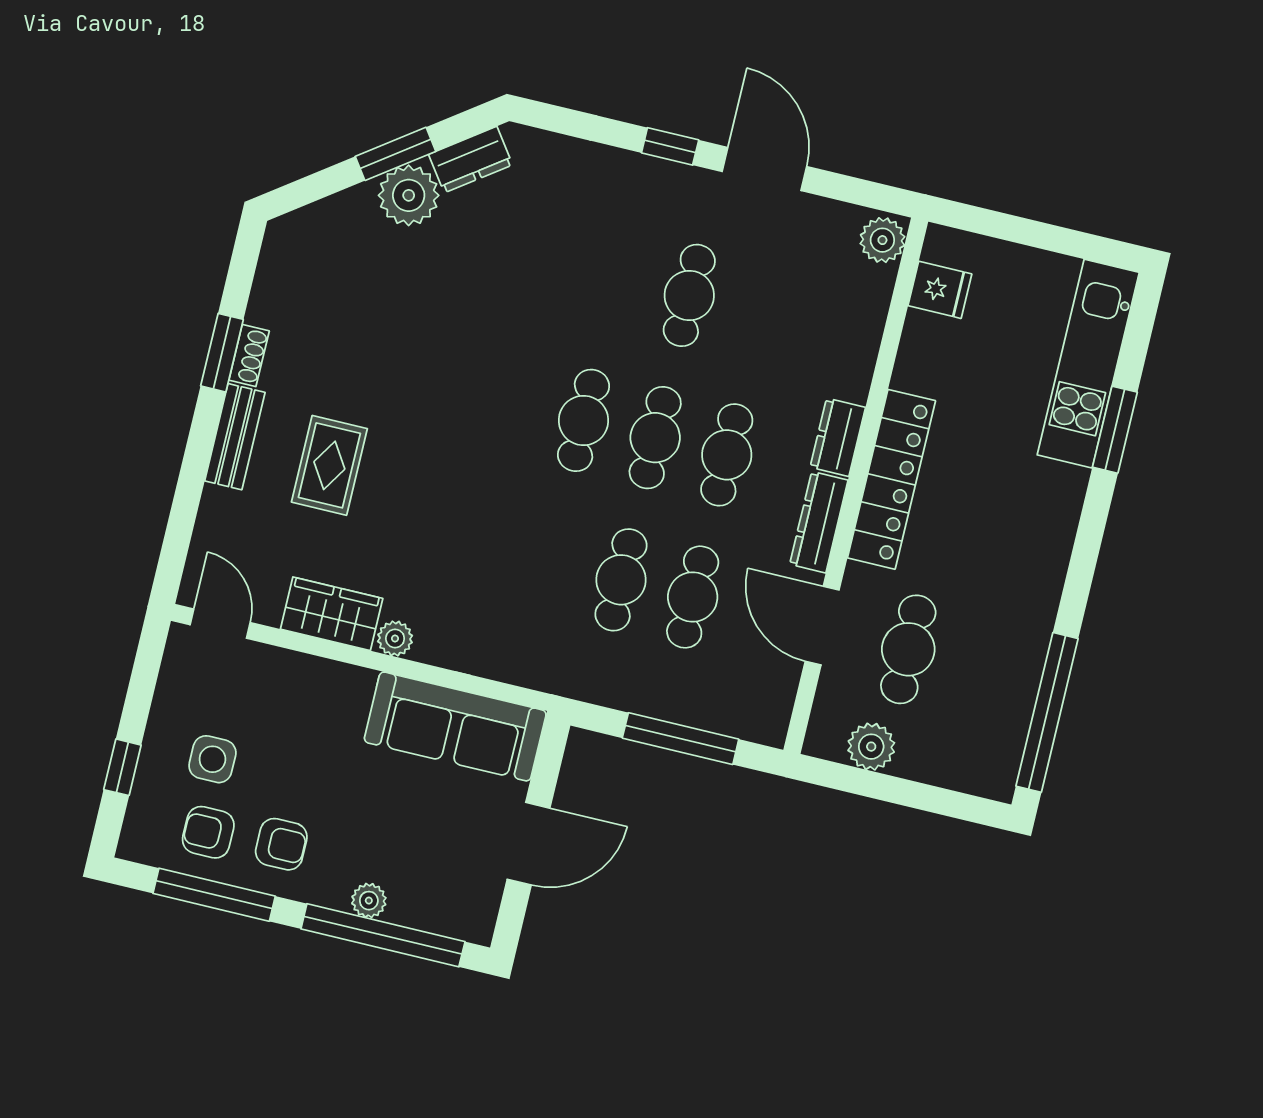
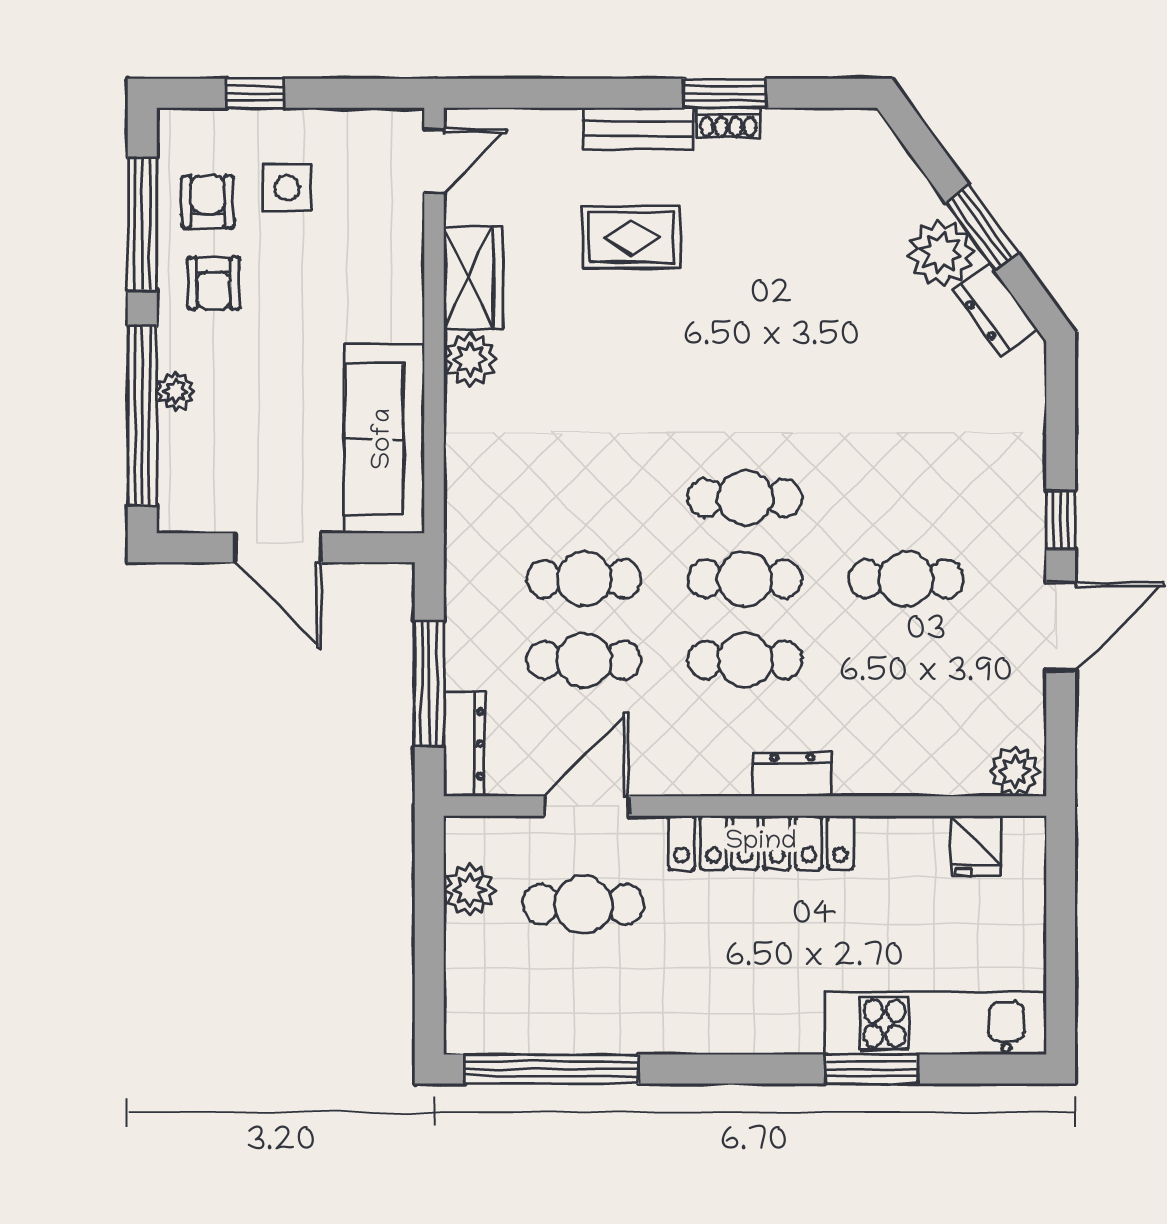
dresser: (819, 522) -> (464, 744), moved, turned 90
plant: (395, 638) -> (470, 359), width x1.38, depth x1.38

